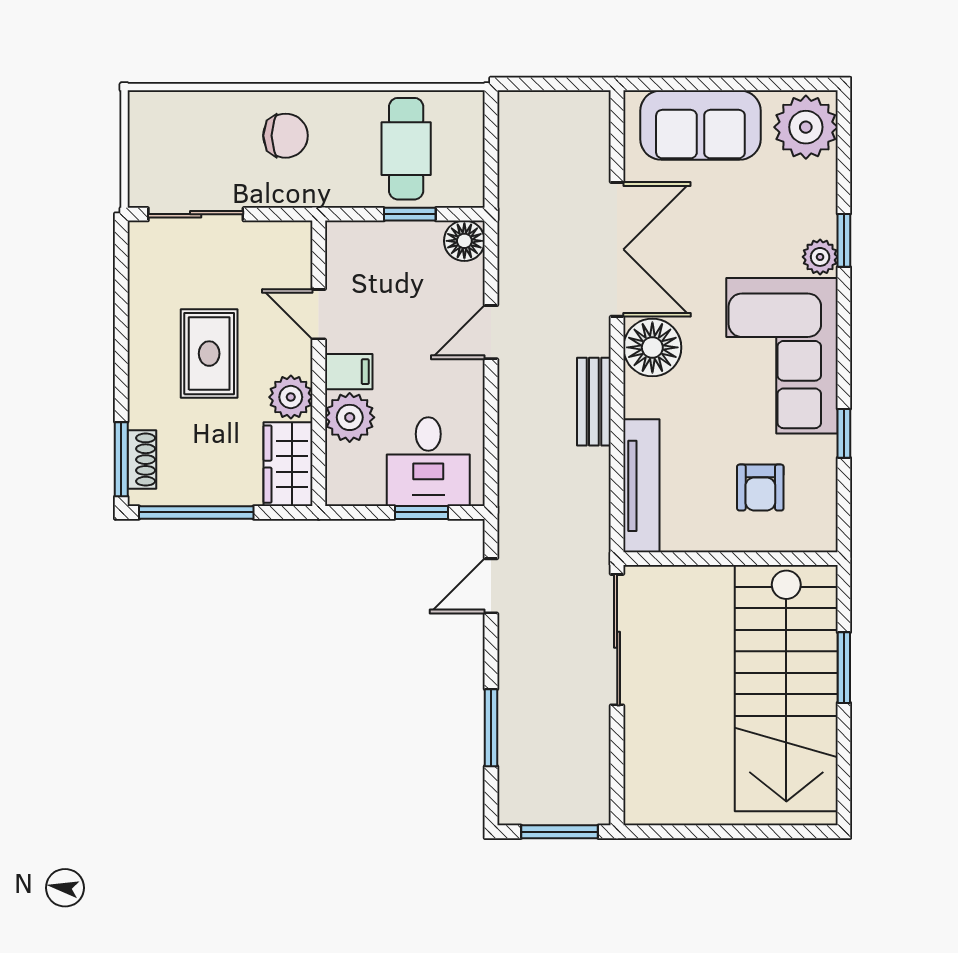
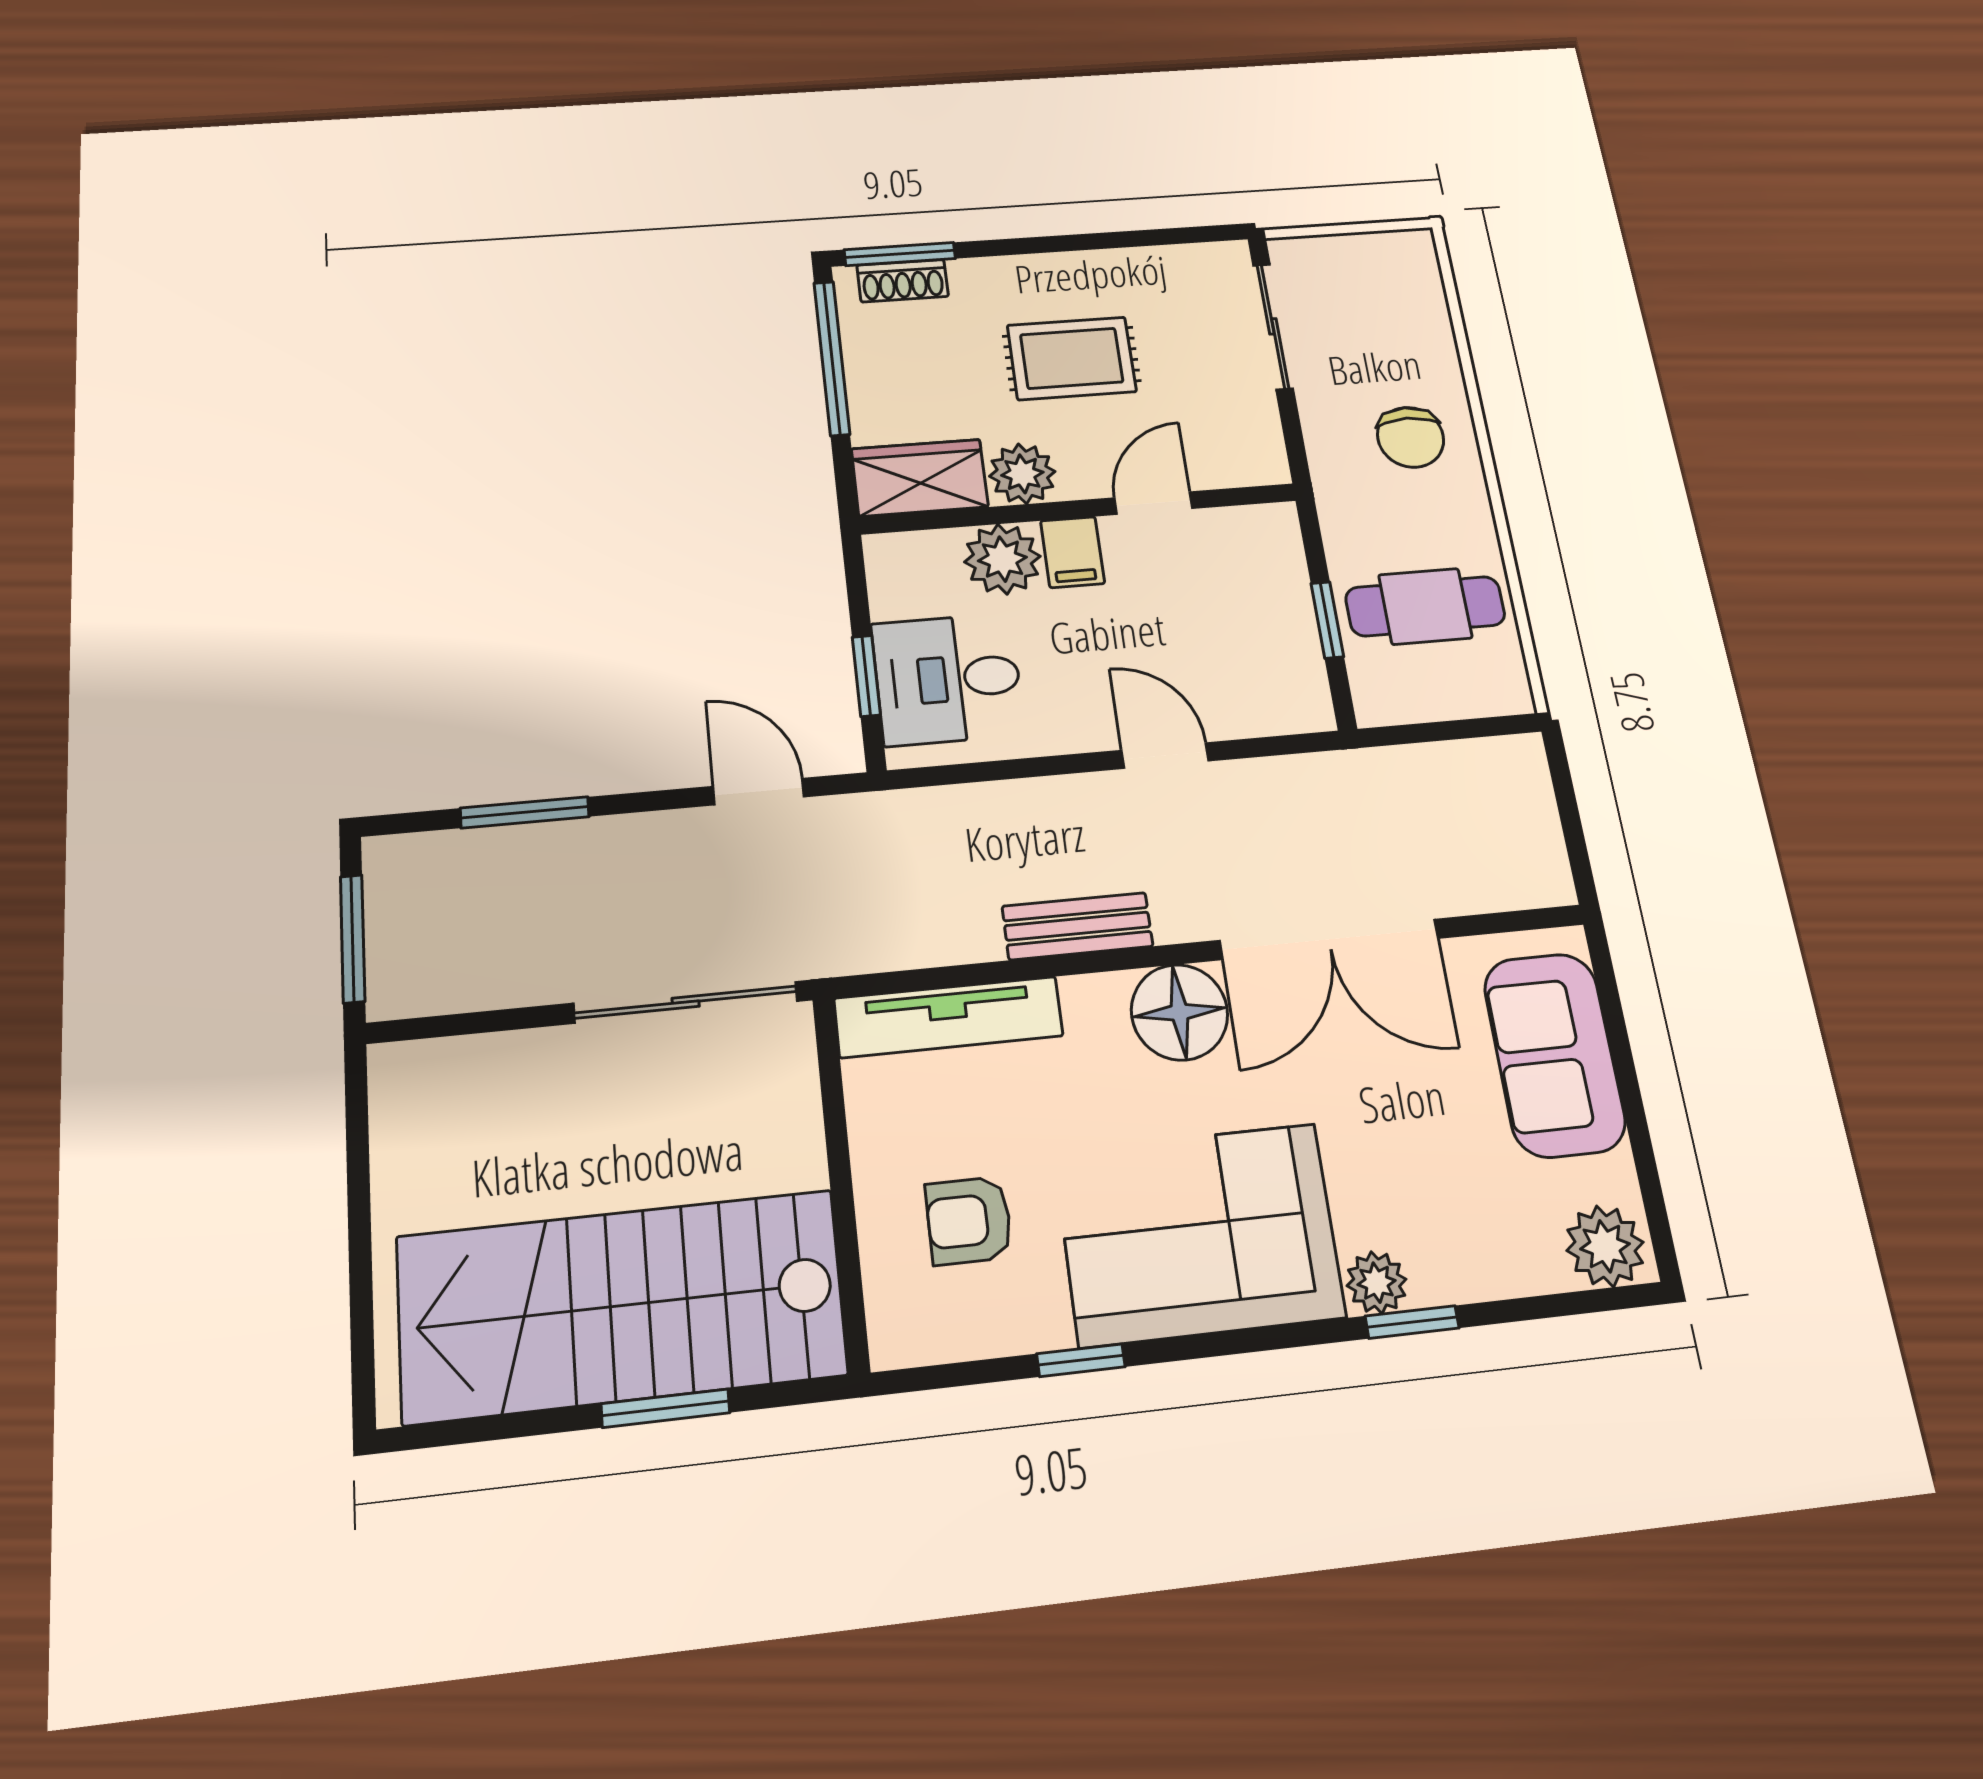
plant: (806, 127) -> (1605, 1246), width x0.73, depth x0.73
floor lamp: (464, 241) -> (1301, 703), removed

